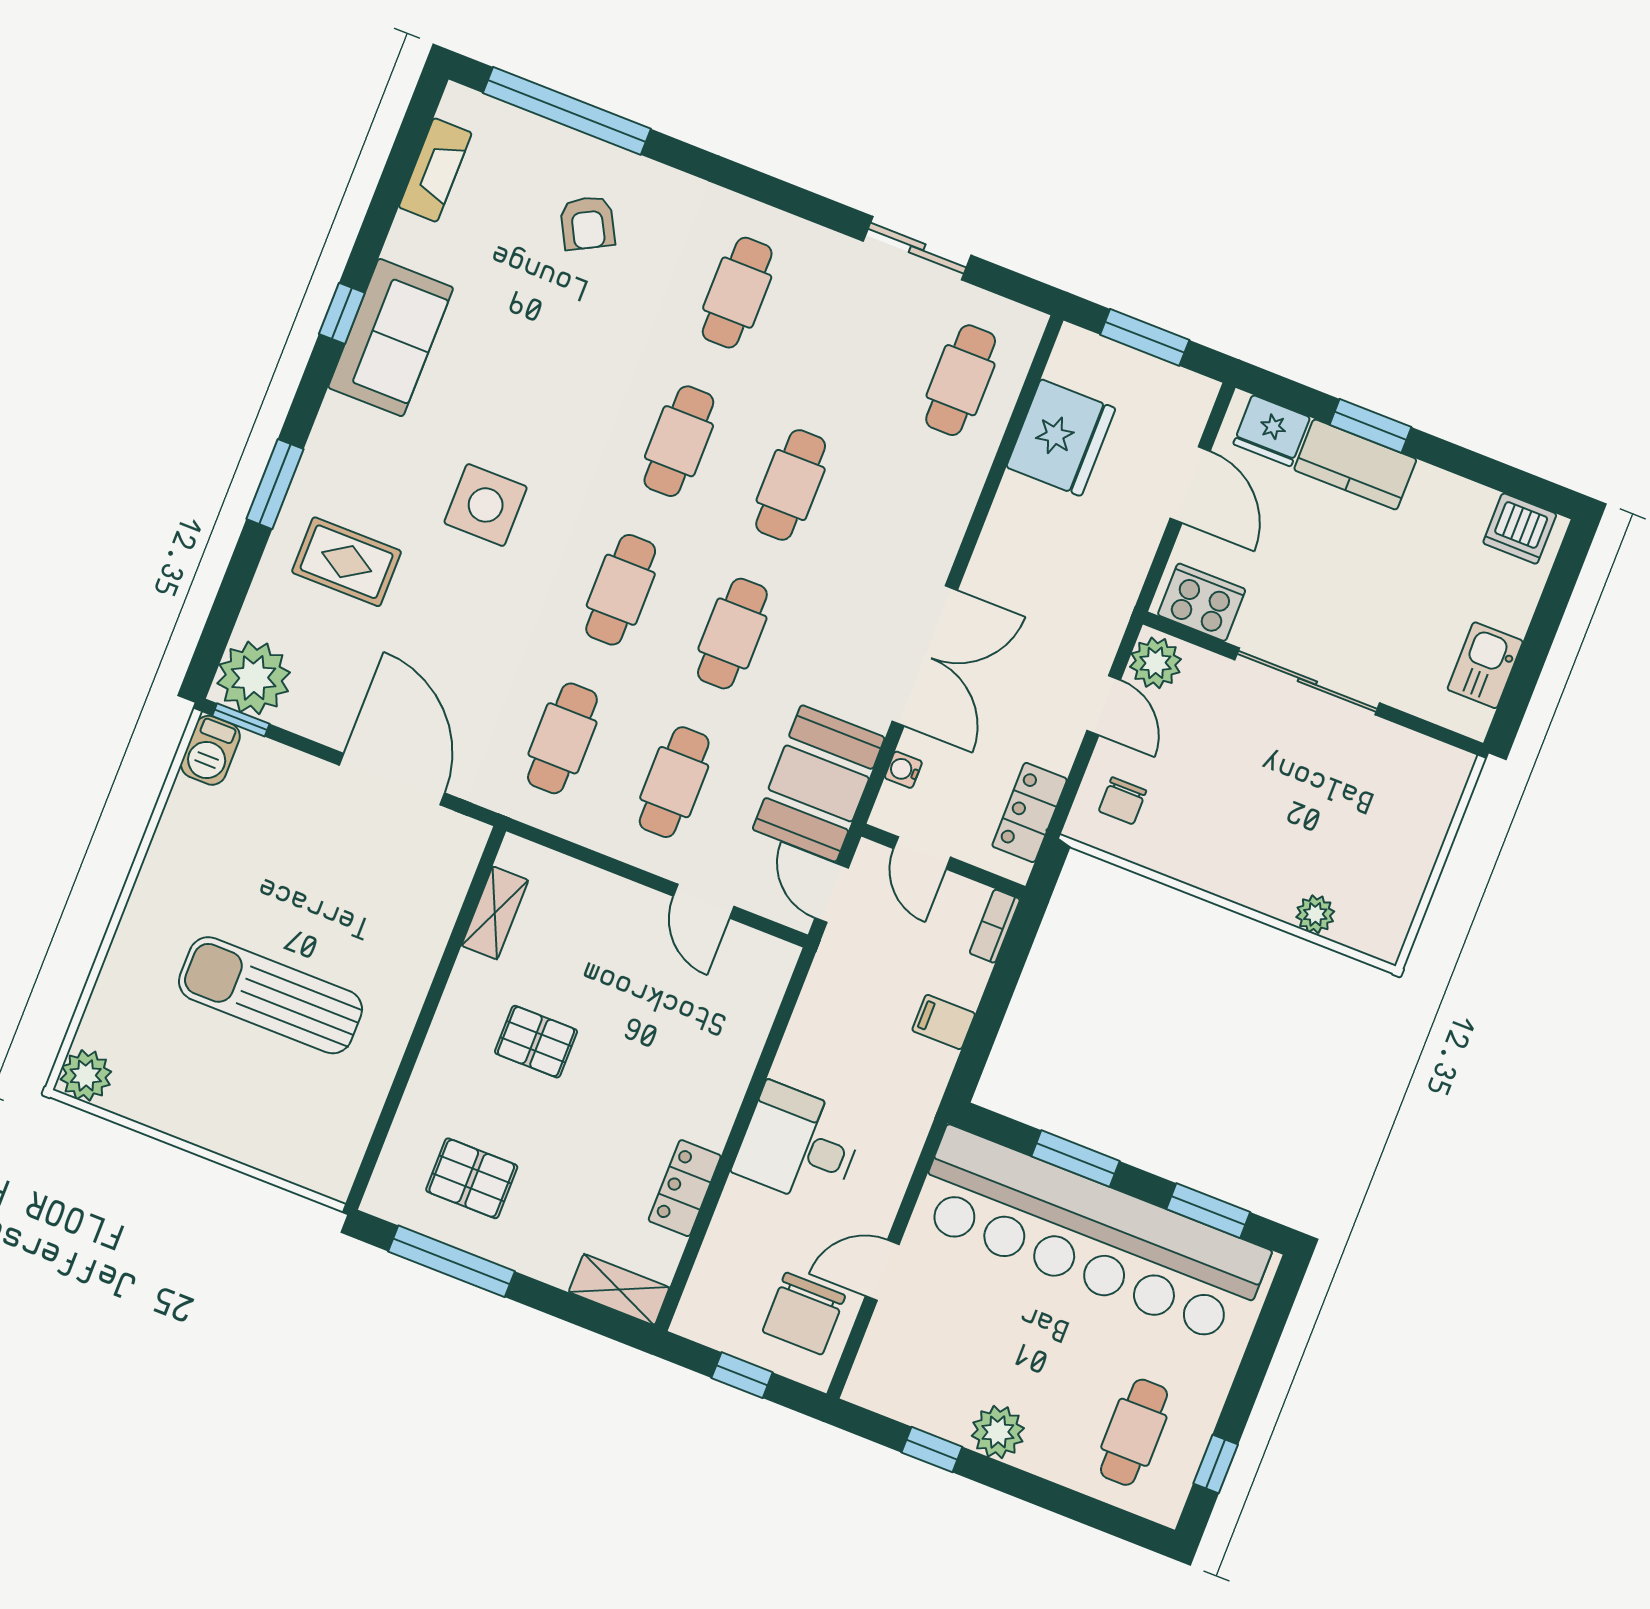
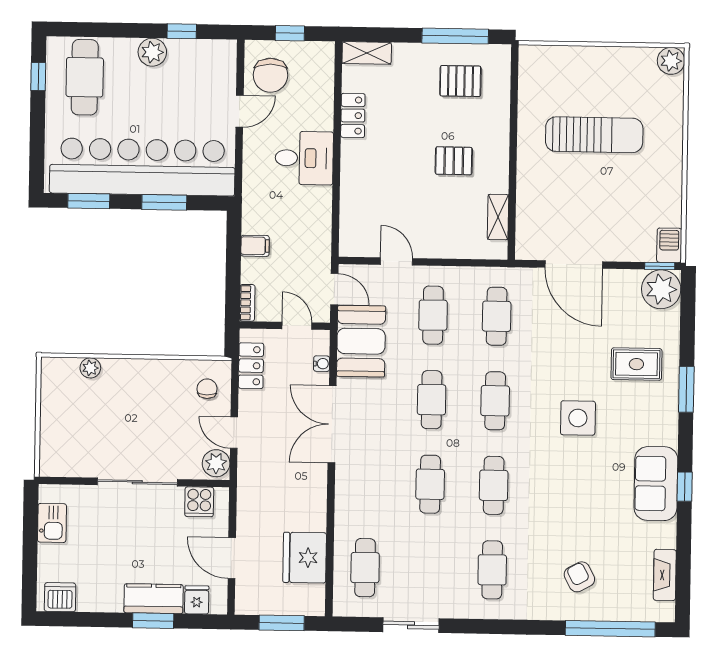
fridge: (1272, 431) -> (197, 600), width x0.72
cooker: (1202, 602) -> (199, 502), width x0.73
chair: (804, 1314) -> (271, 75), turned 180
cafe table: (1134, 1432) -> (85, 77), width x1.37, depth x1.35

